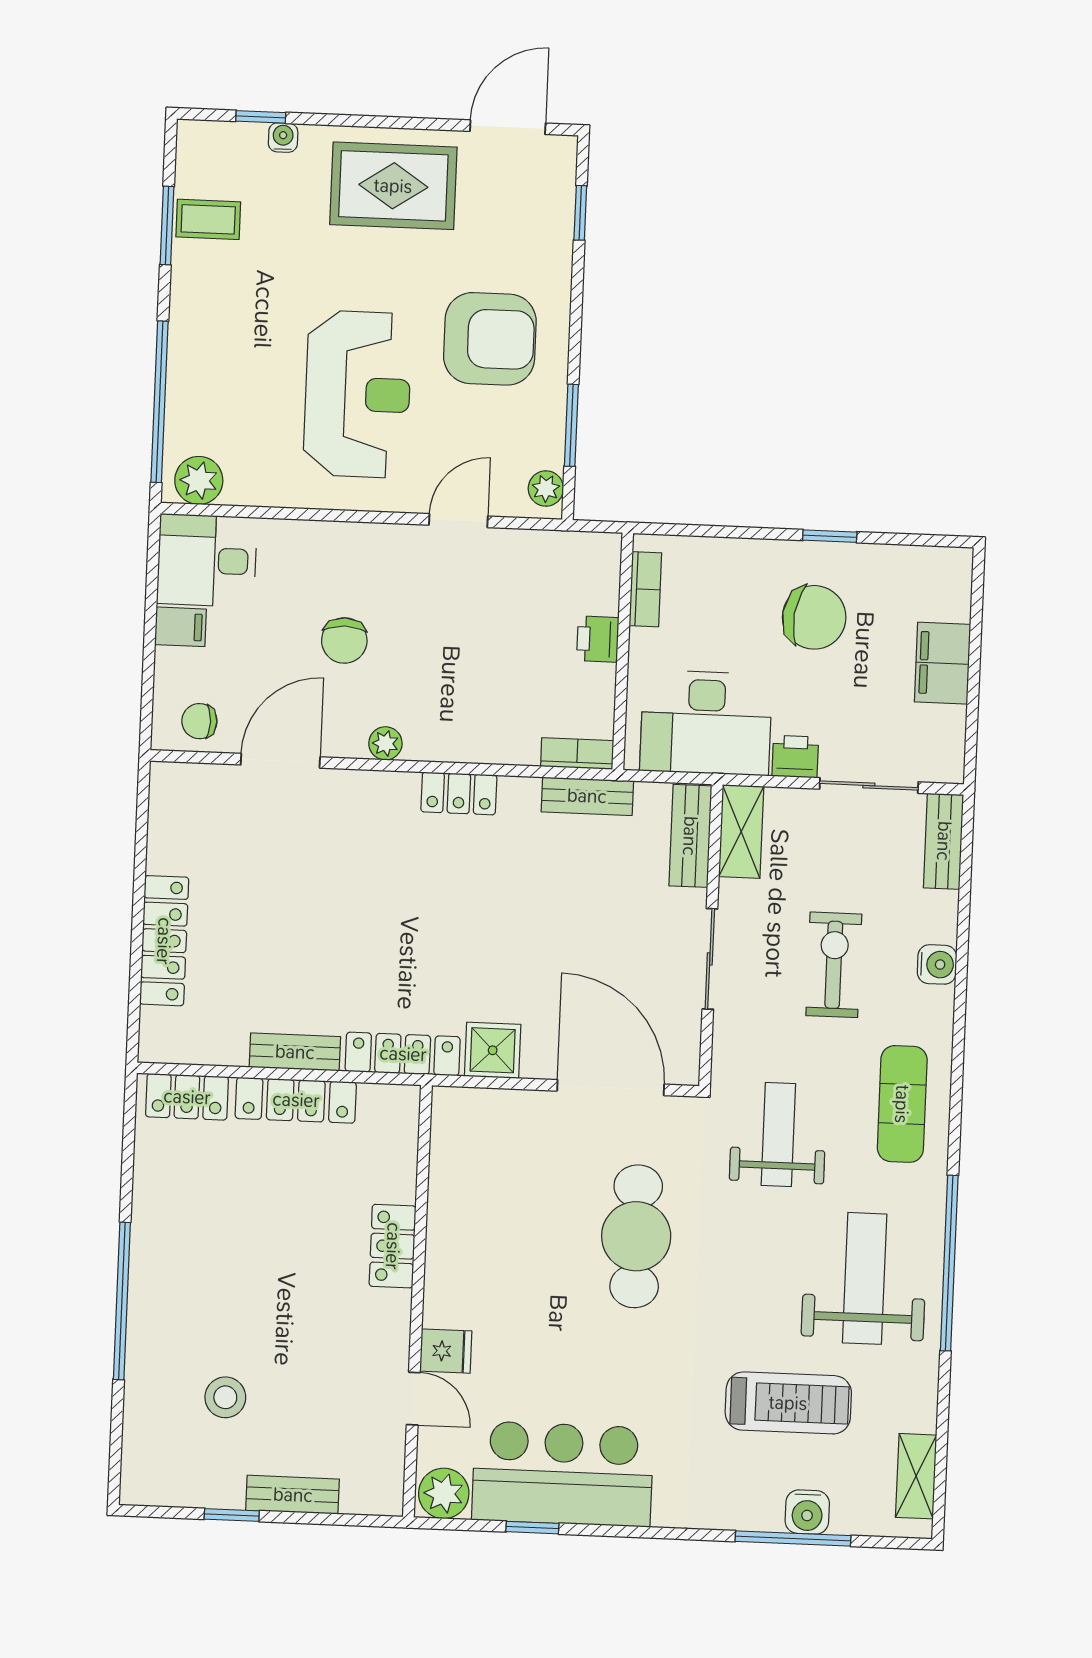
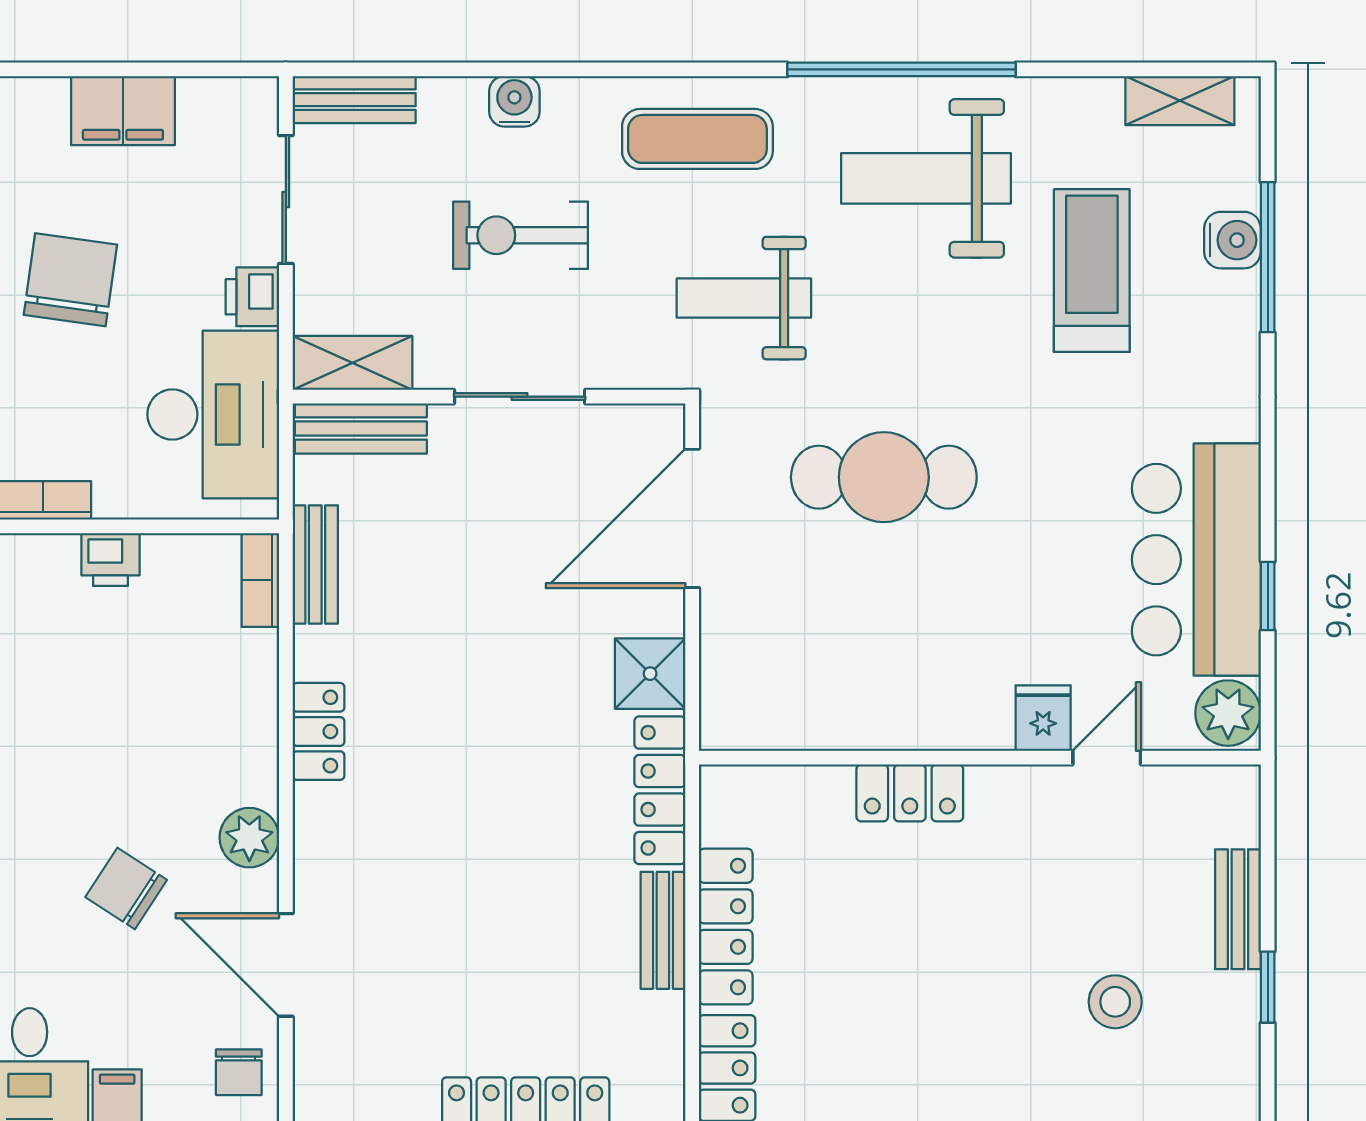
chair: (344, 641) -> (126, 888), turned -147
plant: (385, 743) -> (249, 838), width x1.38, depth x1.38

